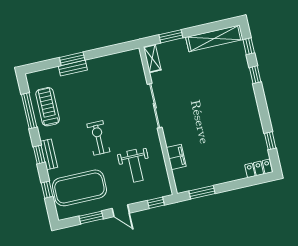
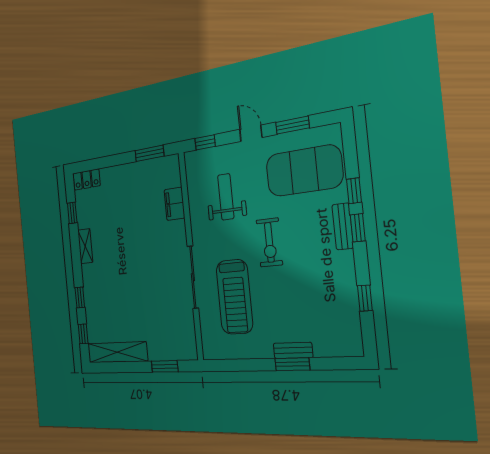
shelving: (152, 58) -> (85, 246), moved
treadmill: (48, 107) -> (234, 297), moved, width x1.37, depth x1.38
window: (29, 111) -> (365, 298), width x0.46
window: (47, 190) -> (354, 191), moved

